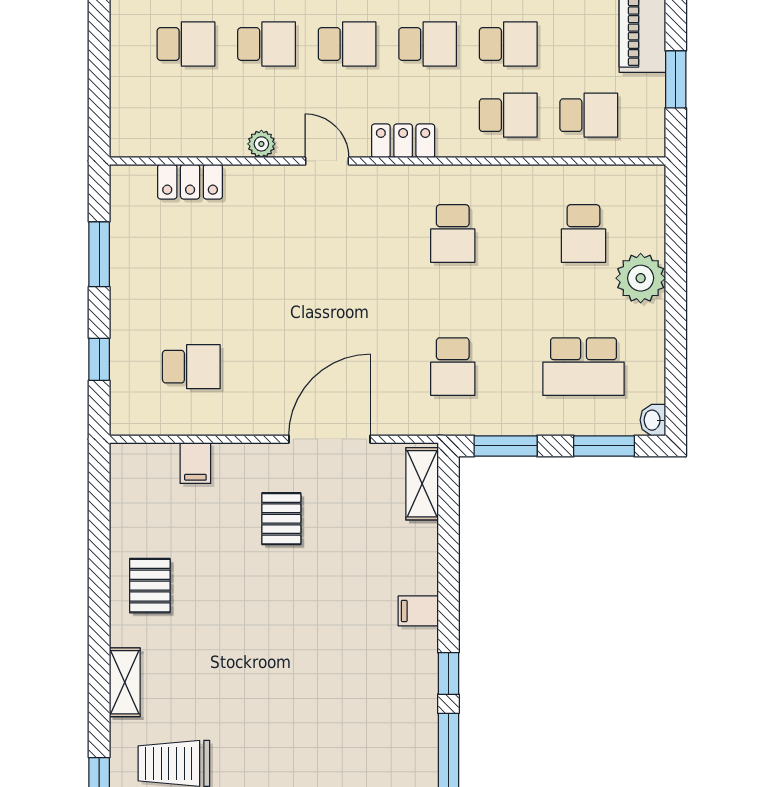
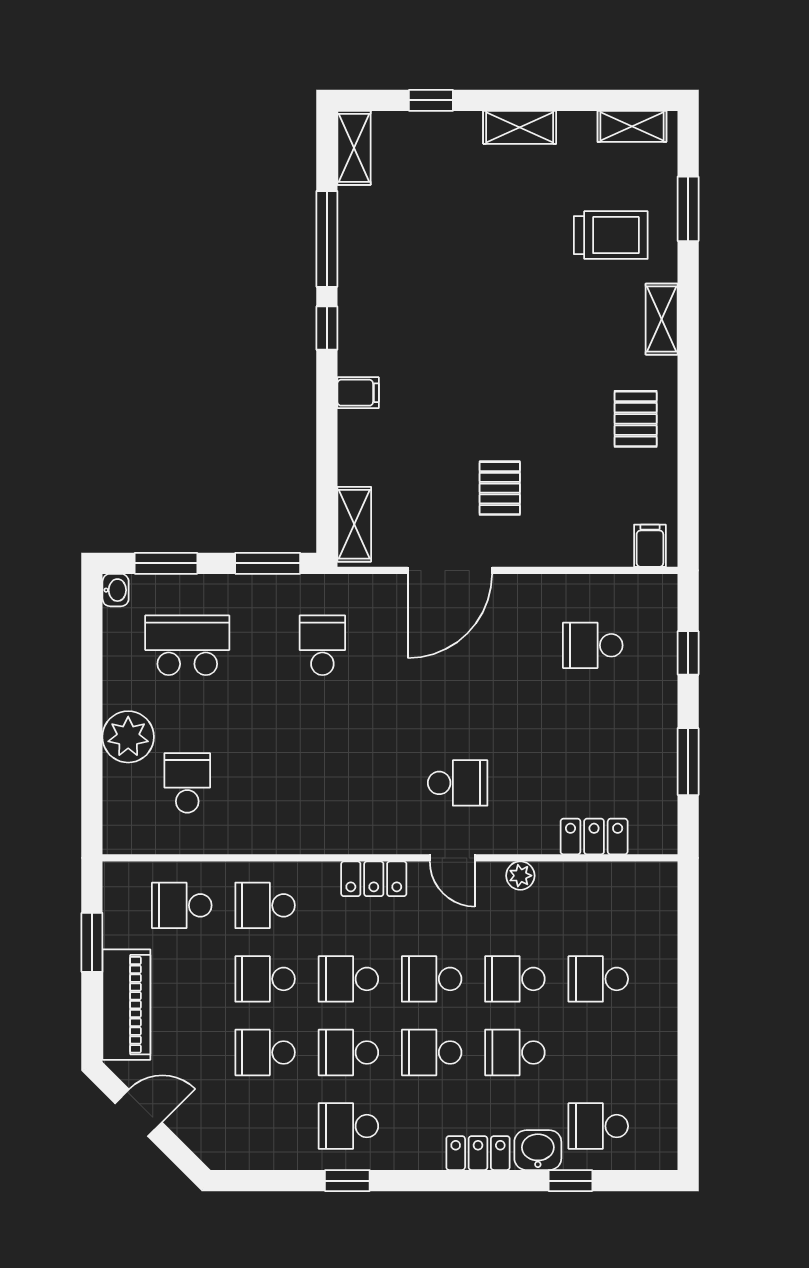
school desk: (453, 234) -> (458, 783), moved, turned 90
filing cabinet: (195, 463) -> (650, 546), moved

